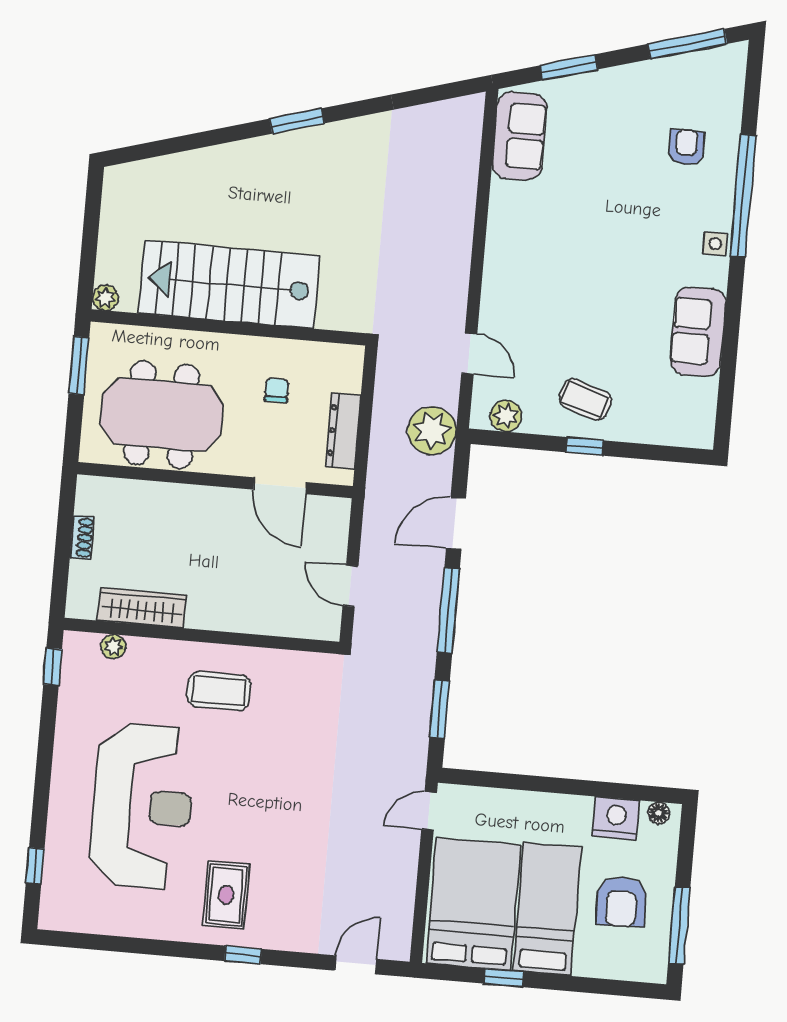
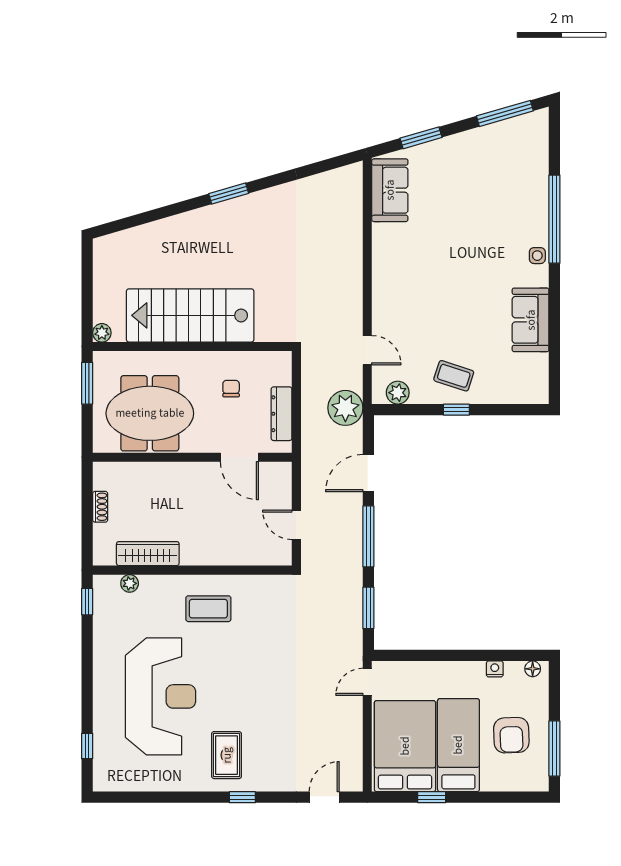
armchair: (687, 147) -> (511, 188), removed
nightstand: (616, 818) -> (495, 669), width x0.53, depth x0.56

